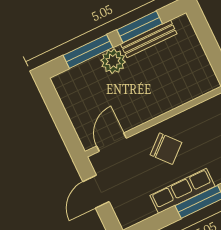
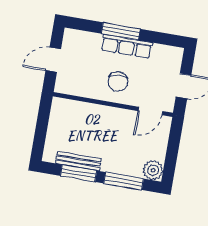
plant: (113, 61) -> (153, 170), moved
chair: (166, 149) -> (118, 82), turned -144

